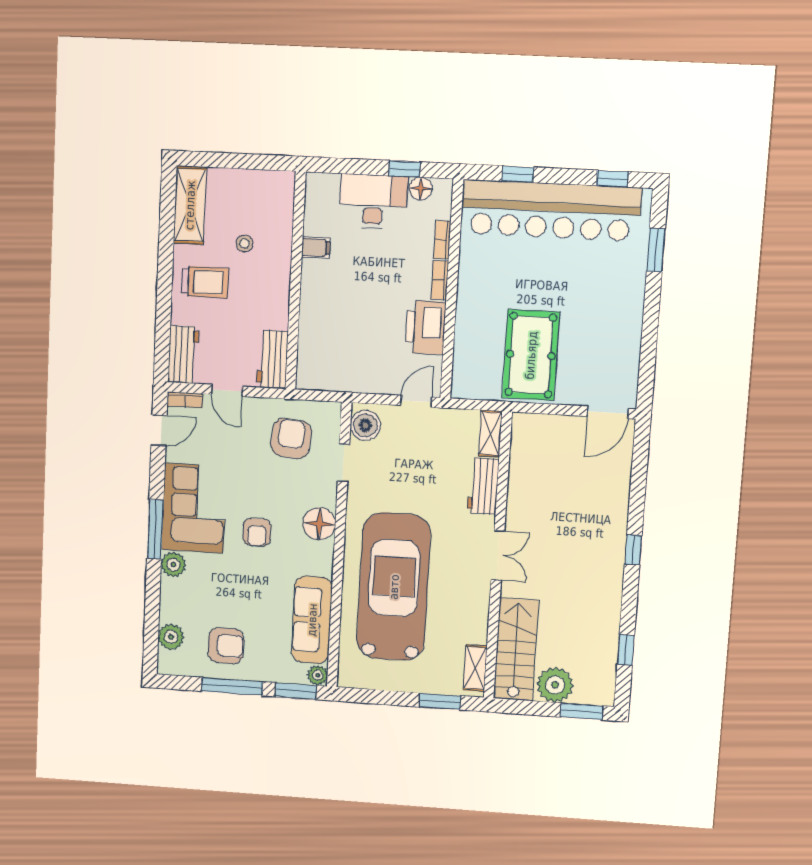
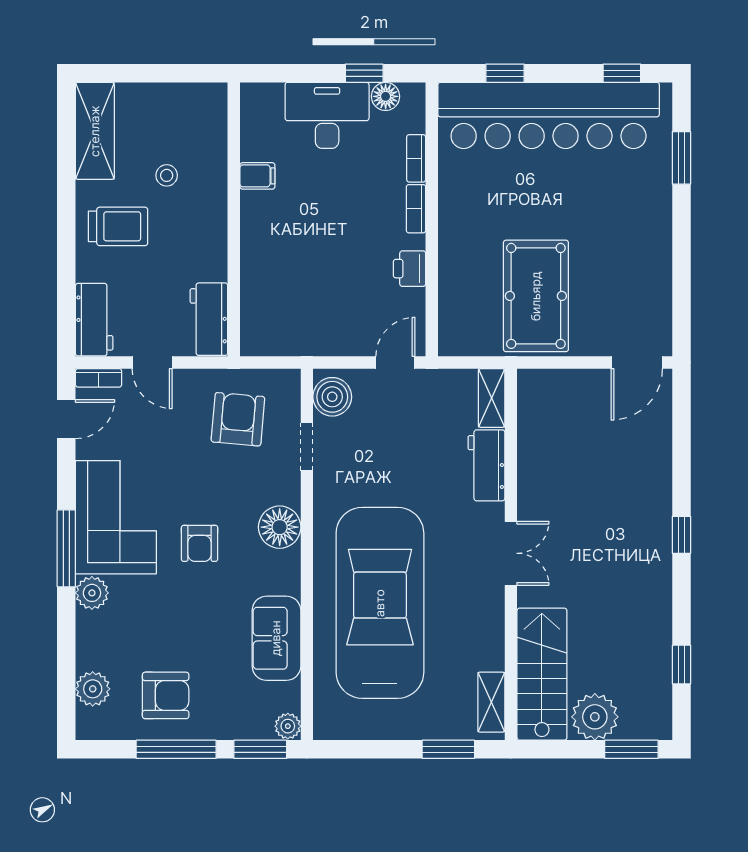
printer: (426, 327) -> (409, 269), width x0.53, depth x0.68
sofa: (312, 620) -> (276, 638), width x0.73

